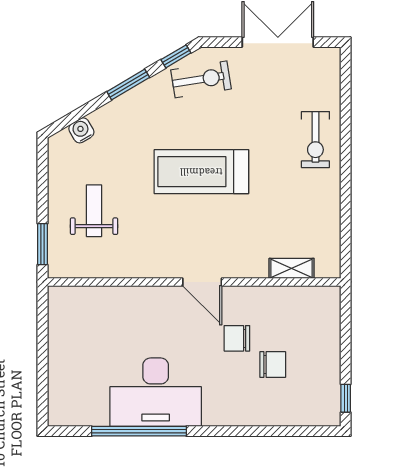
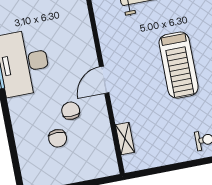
treadmill: (201, 172) -> (179, 65), turned 180

